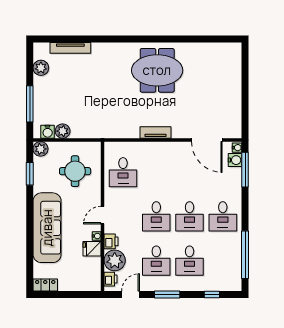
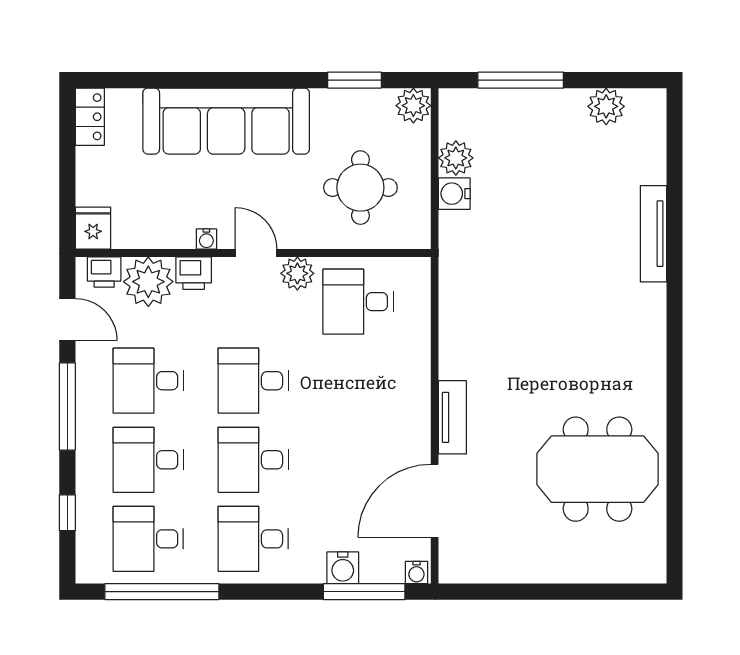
tv unit: (70, 48) -> (653, 234), moved
meeting table: (157, 70) -> (597, 469), moved, turned 90
water cooler: (48, 132) -> (454, 194), moved
tv unit: (155, 132) -> (452, 417), moved
water cooler: (235, 160) -> (343, 568), moved
plant: (111, 198) -> (297, 273), added
fridge: (92, 249) -> (93, 228), moved
desk: (223, 261) -> (148, 539), added
window: (167, 295) -> (67, 406), width x1.44

